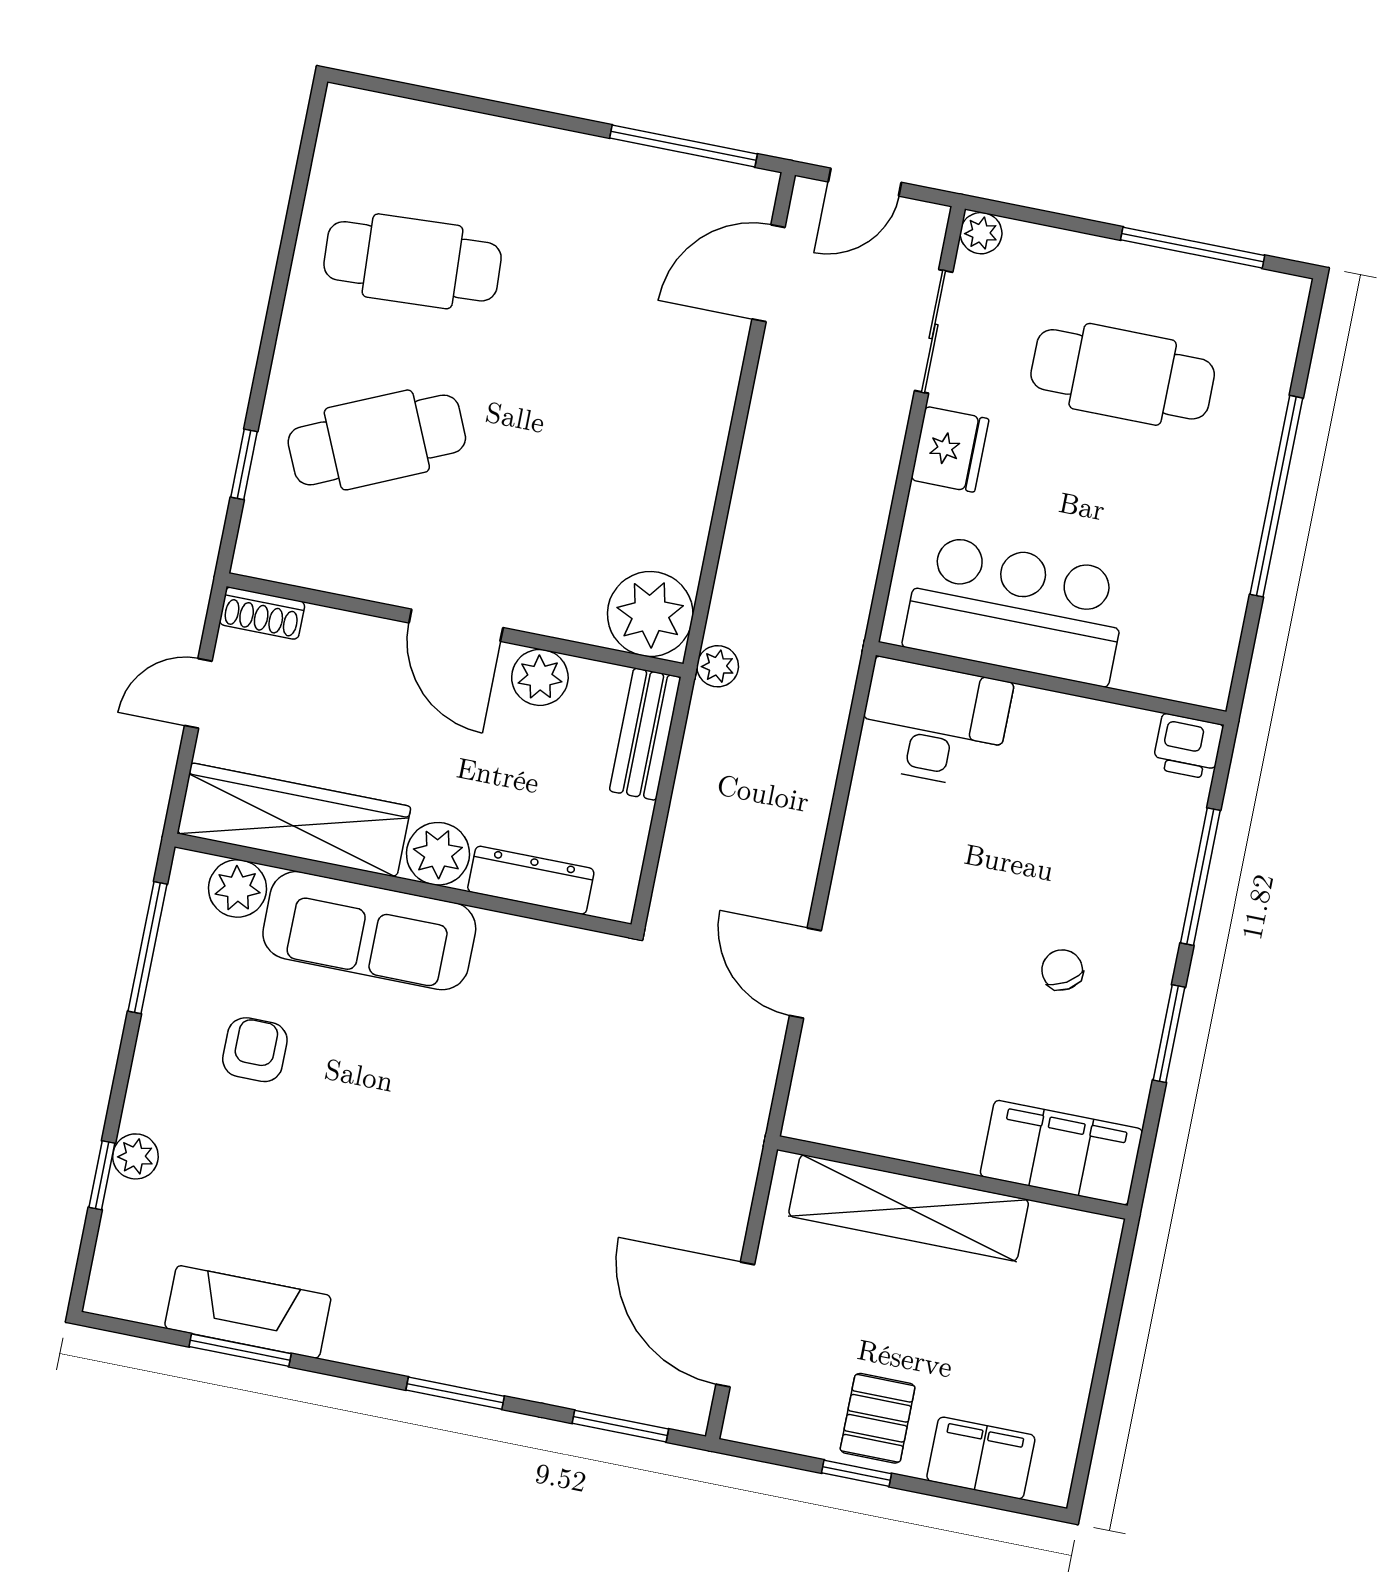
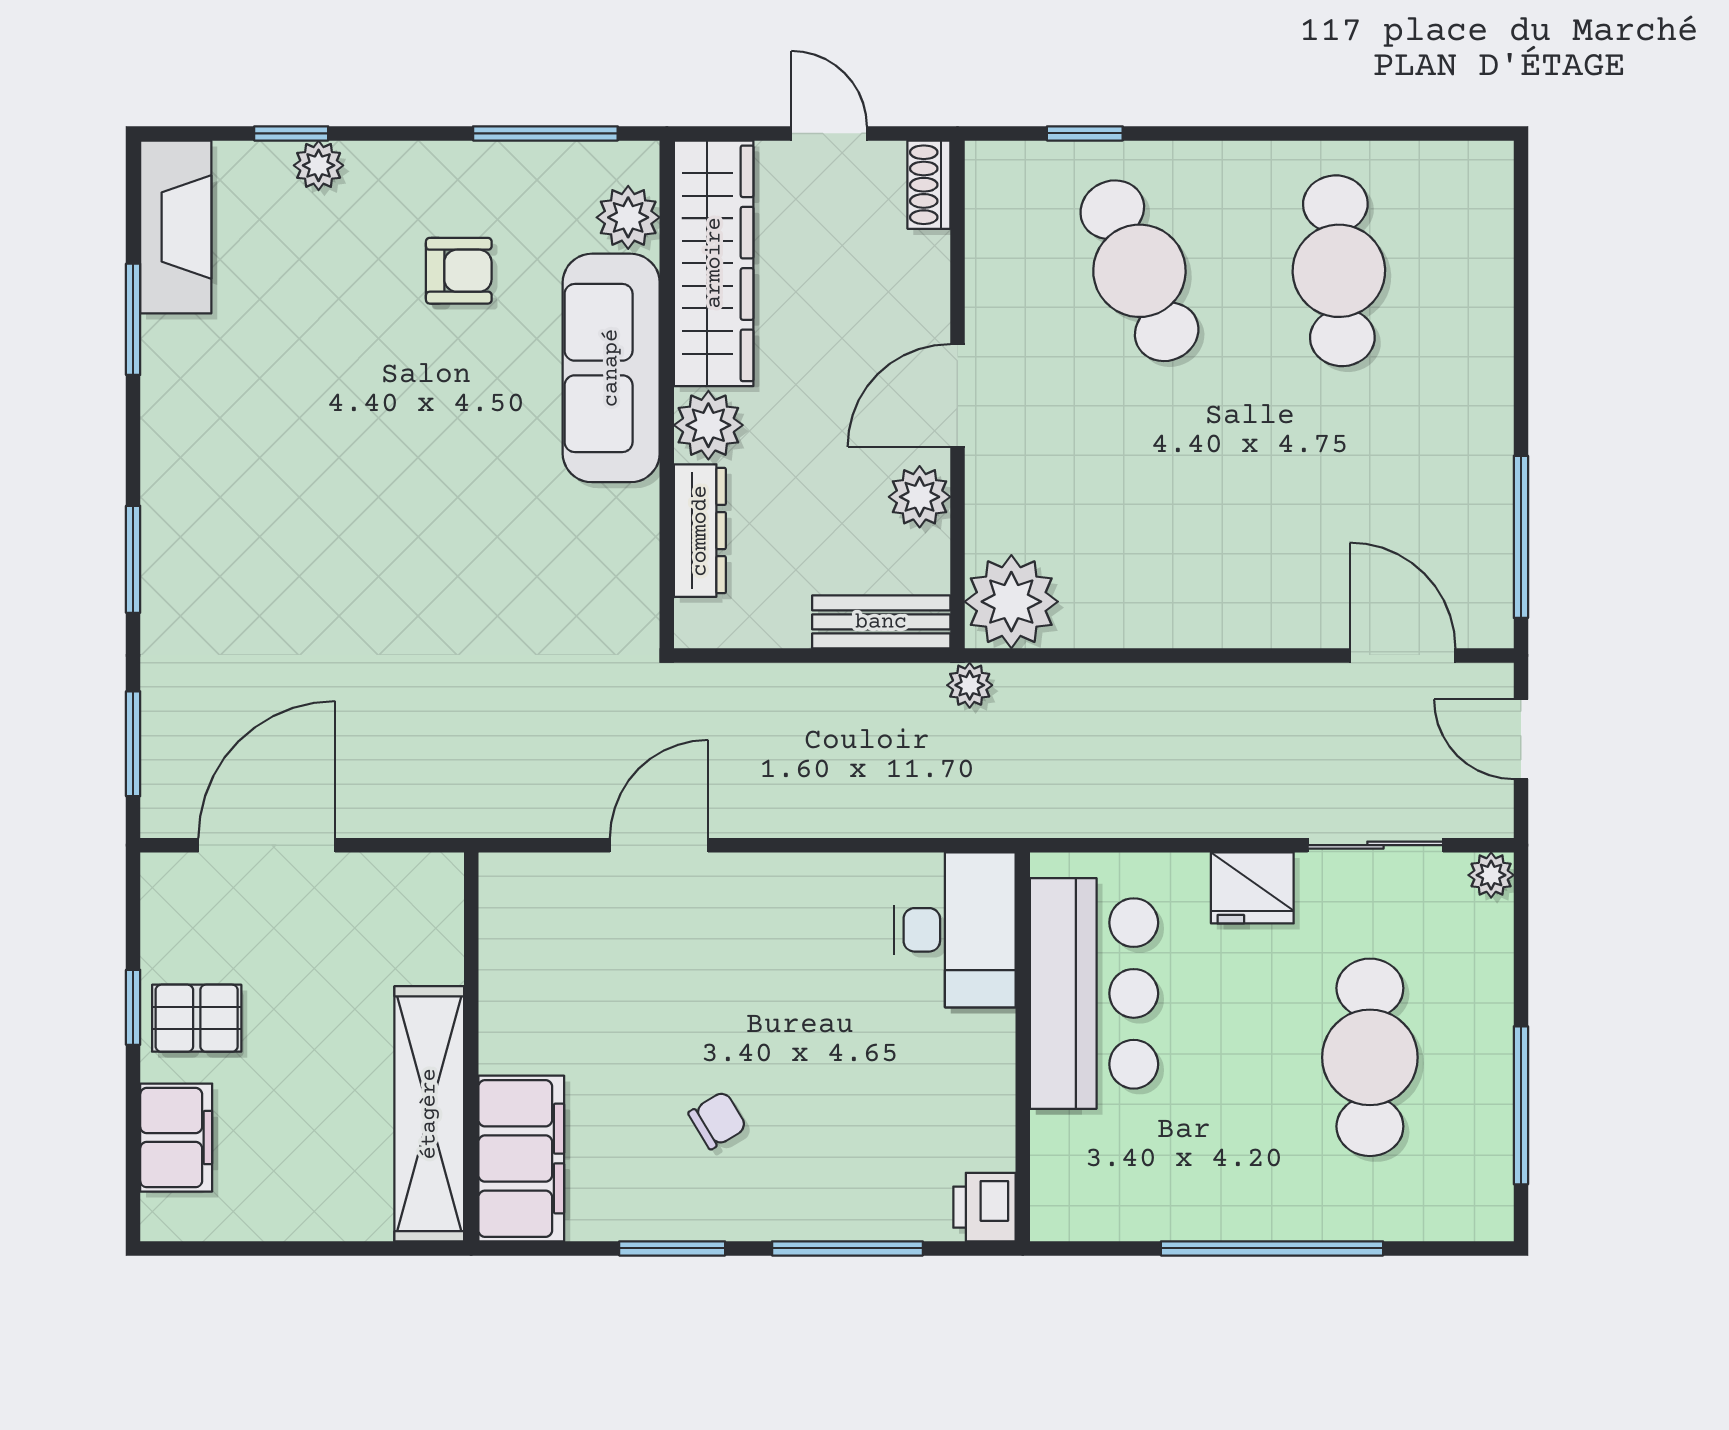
shelving: (909, 1208) -> (429, 1114), moved
fireplace: (248, 1312) -> (176, 227), moved

